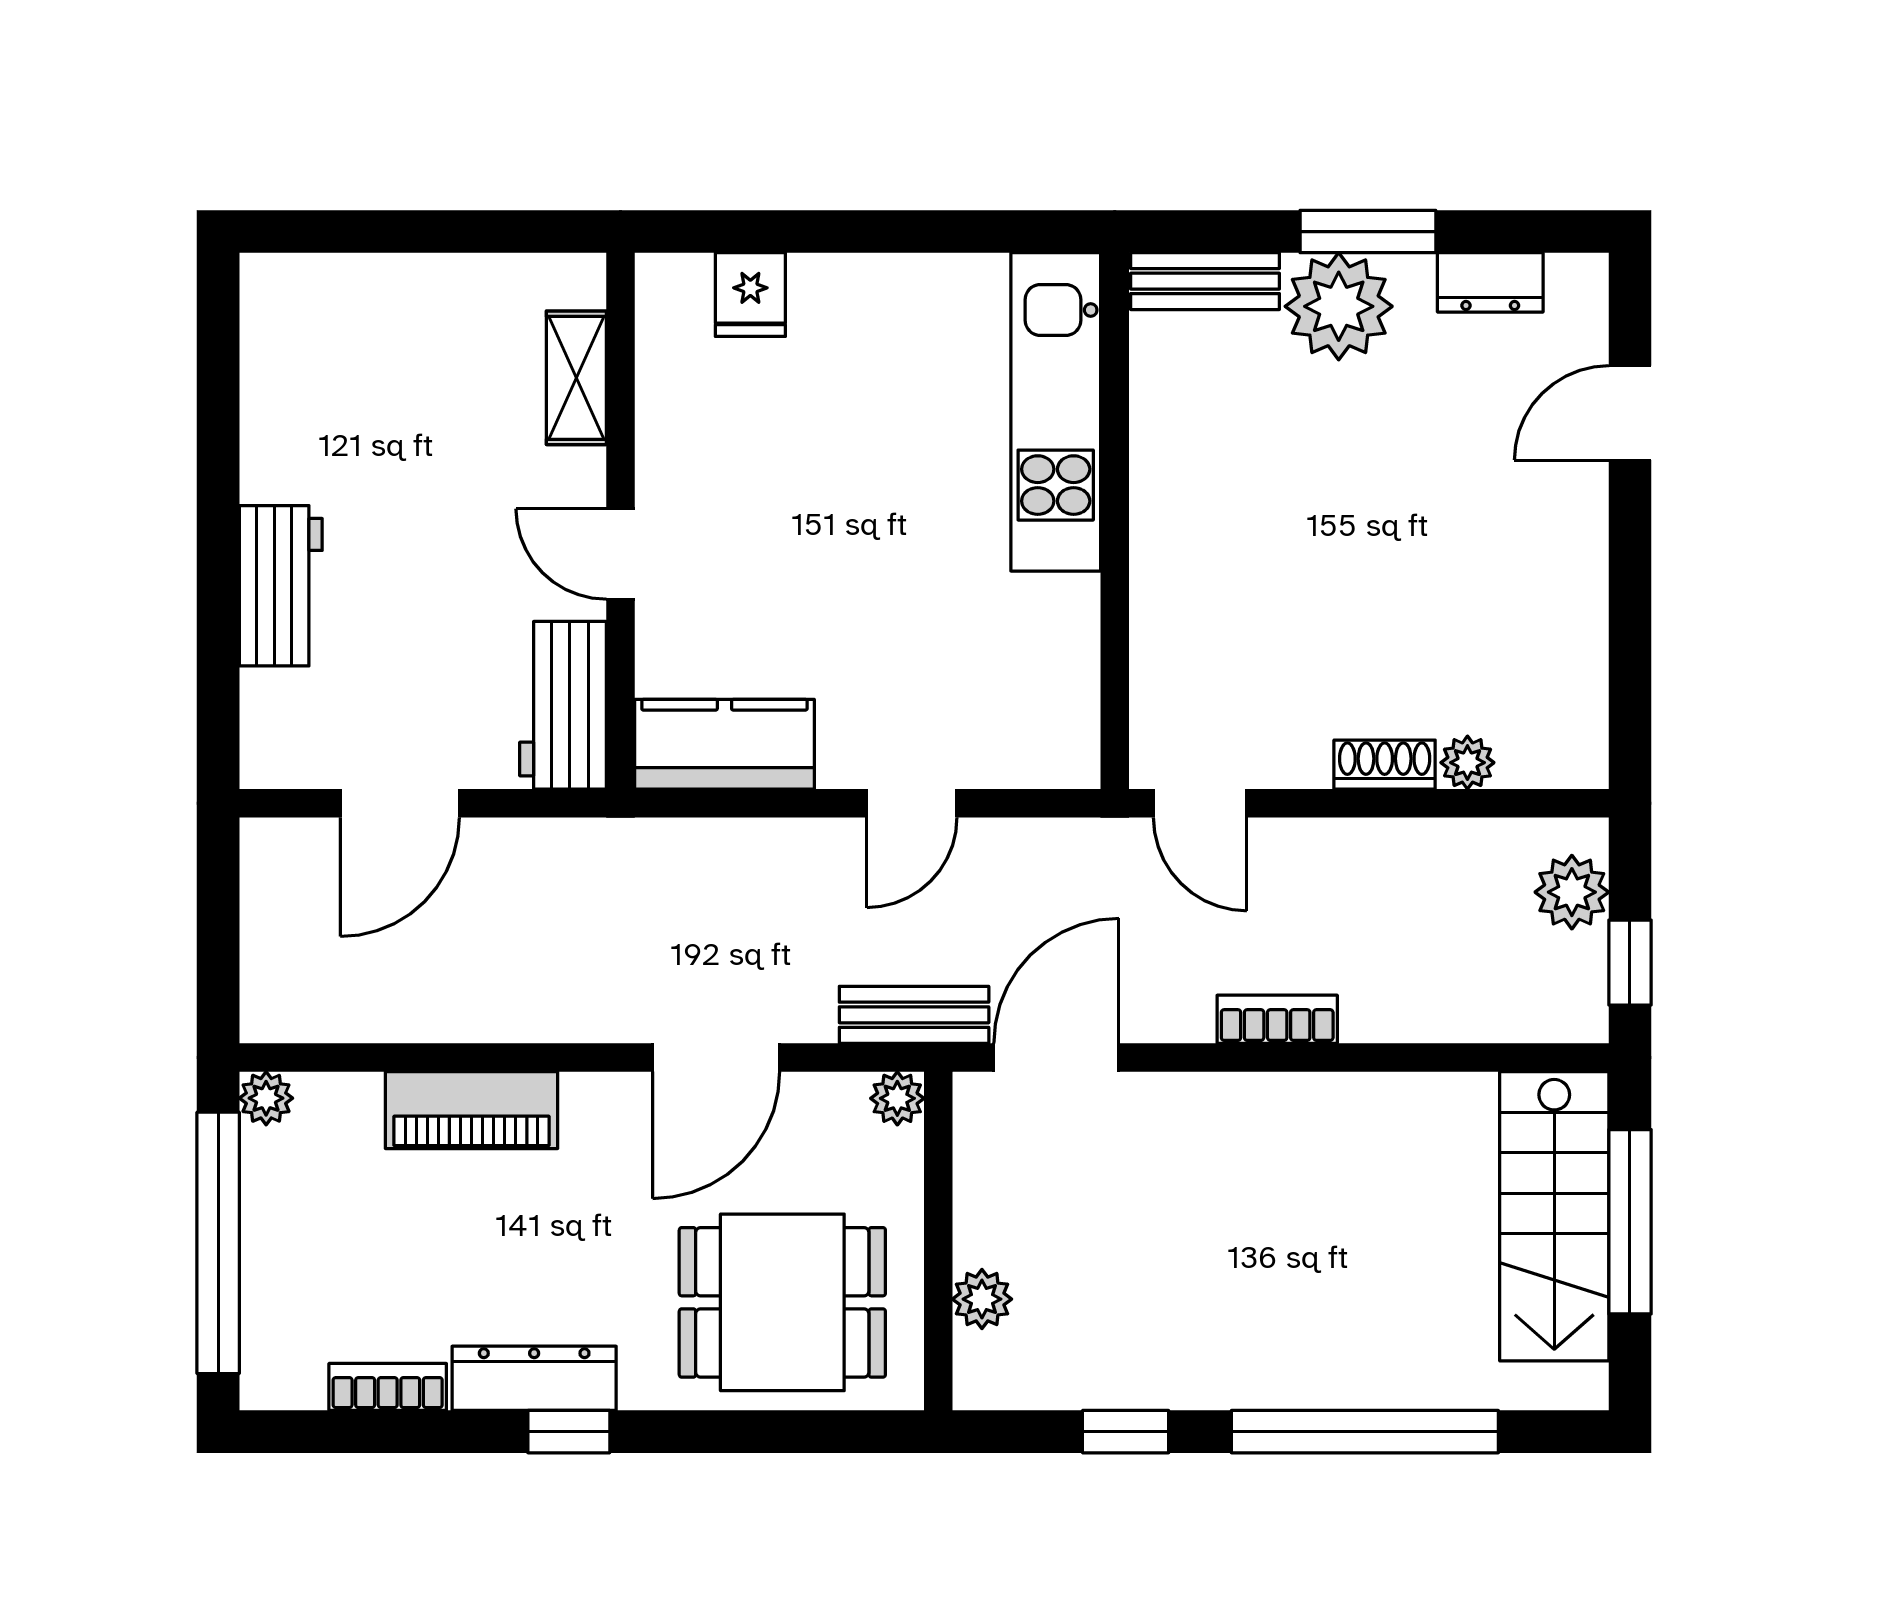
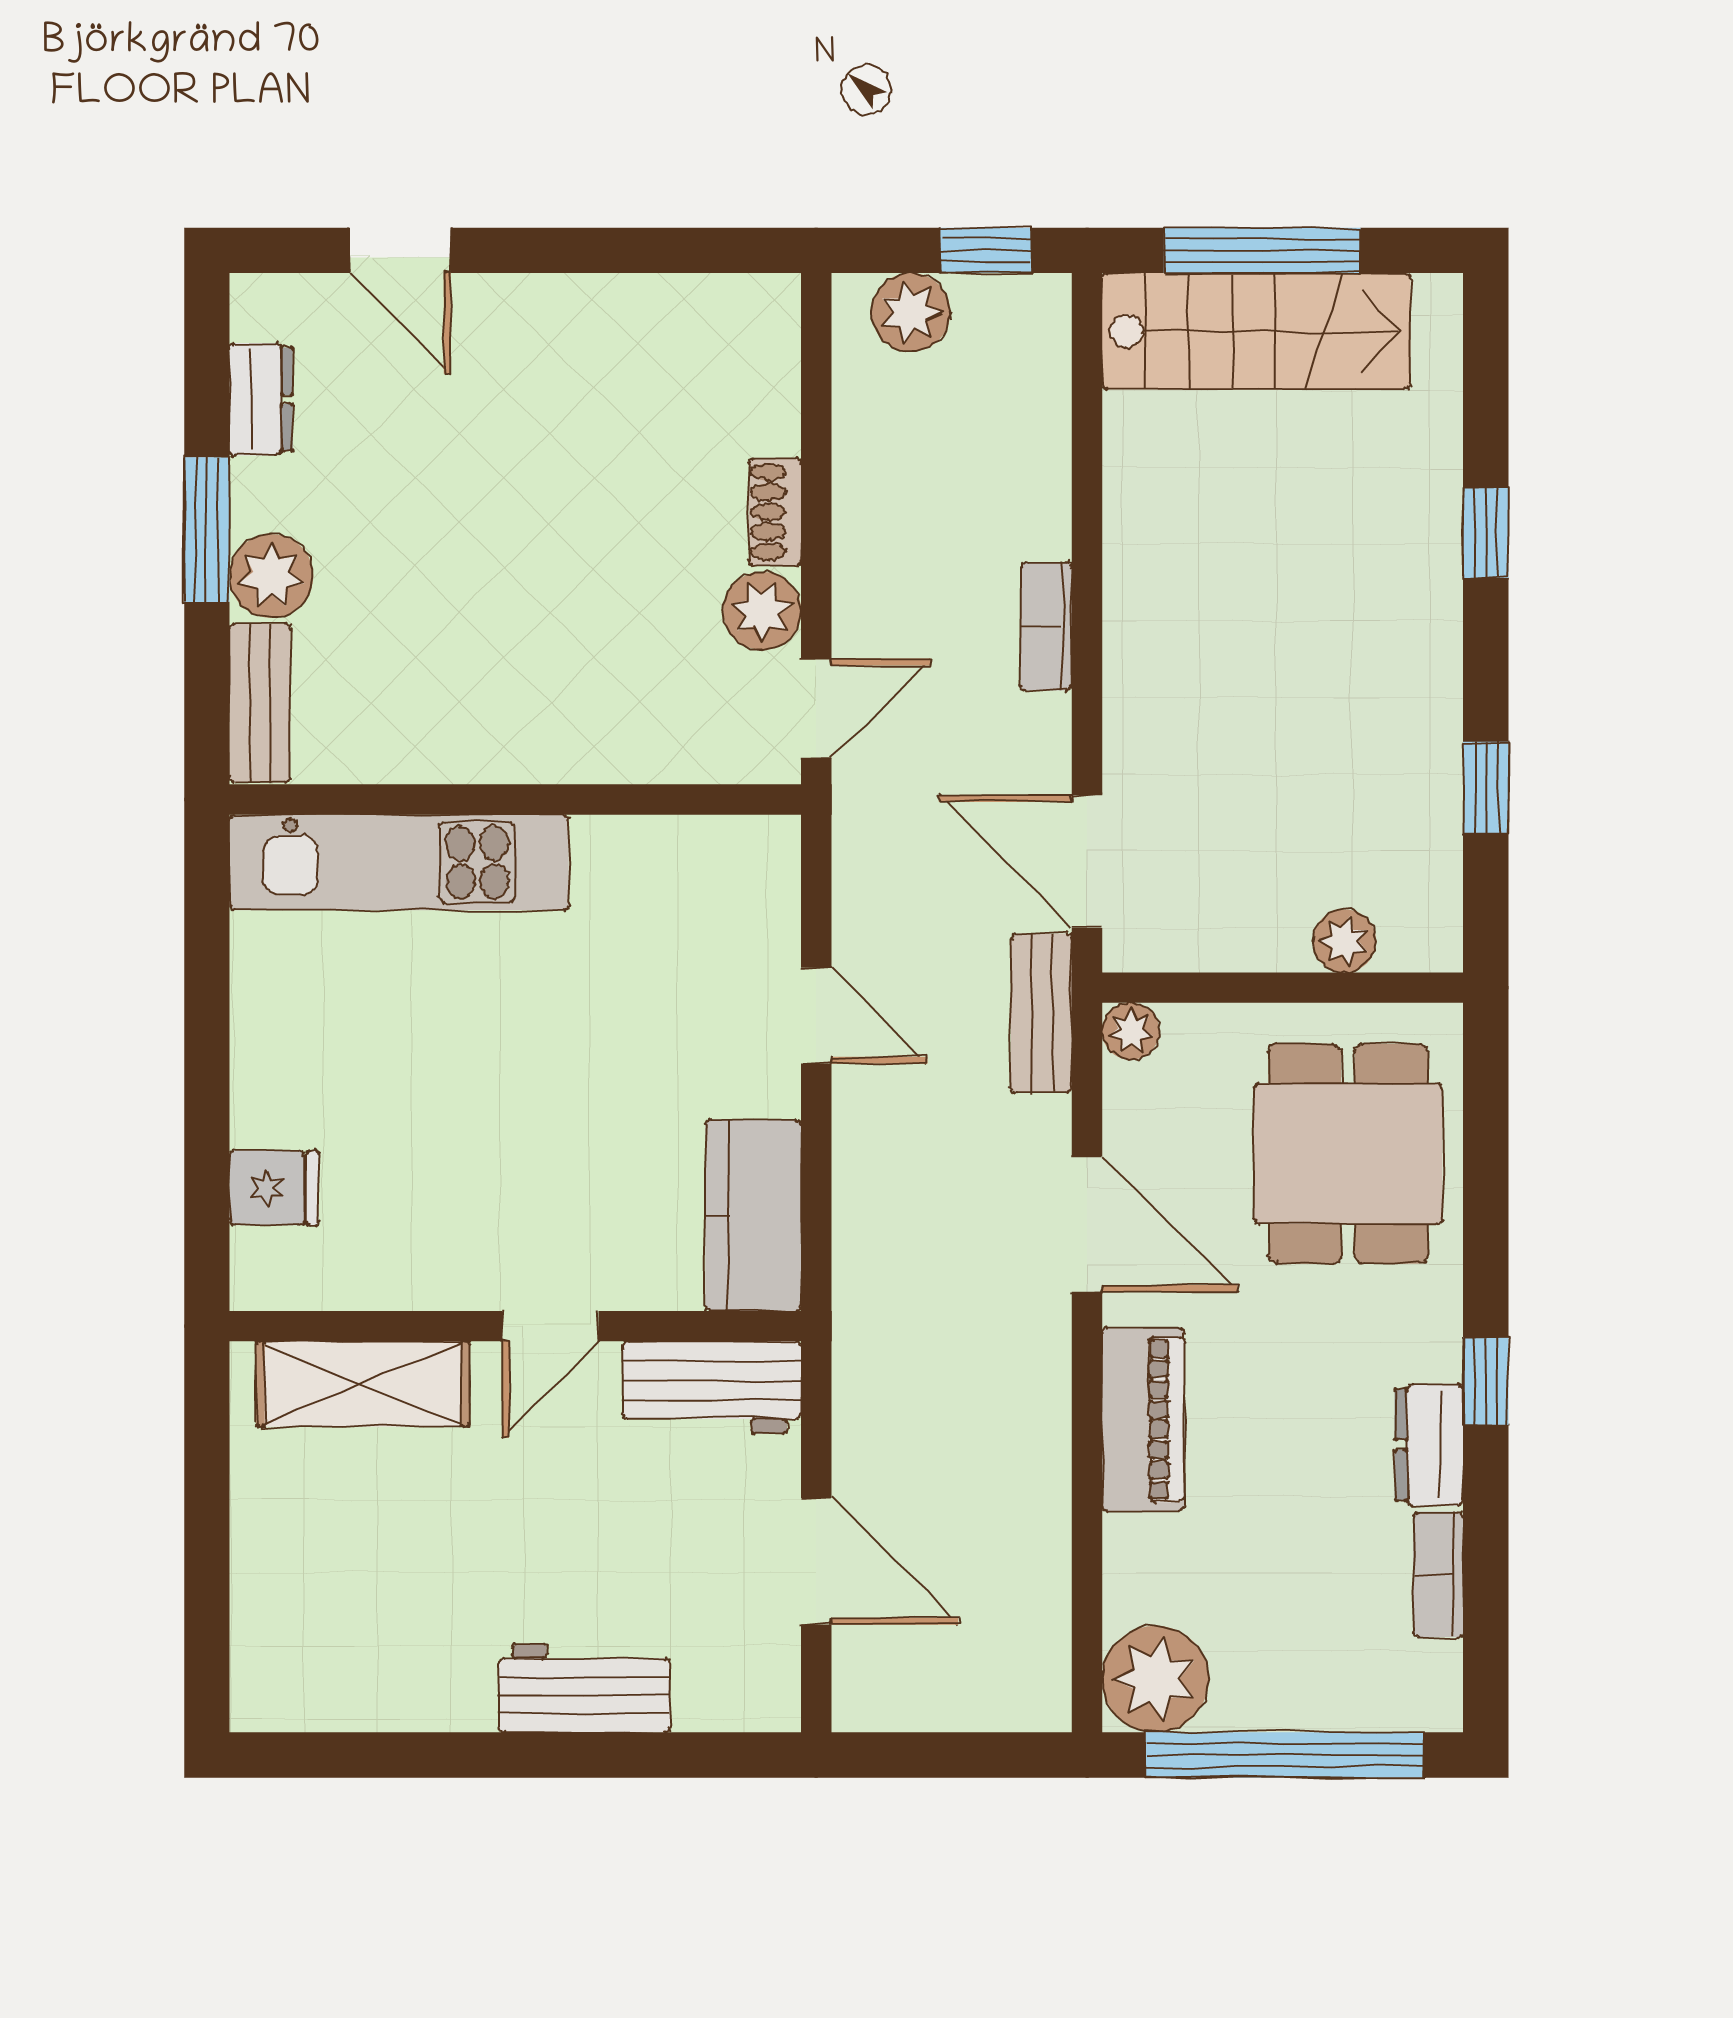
plant: (1339, 306) -> (271, 576), width x0.73, depth x0.73
shelving: (576, 378) -> (363, 1384), width x1.50, depth x1.33
plant: (1467, 763) -> (762, 611), moved, width x1.38, depth x1.38
plant: (266, 1098) -> (1155, 1679), width x1.88, depth x1.88
piano: (472, 1110) -> (1143, 1419), moved
dresser: (534, 1378) -> (1429, 1445), width x0.70
window: (1365, 1432) -> (1486, 533), width x0.32

